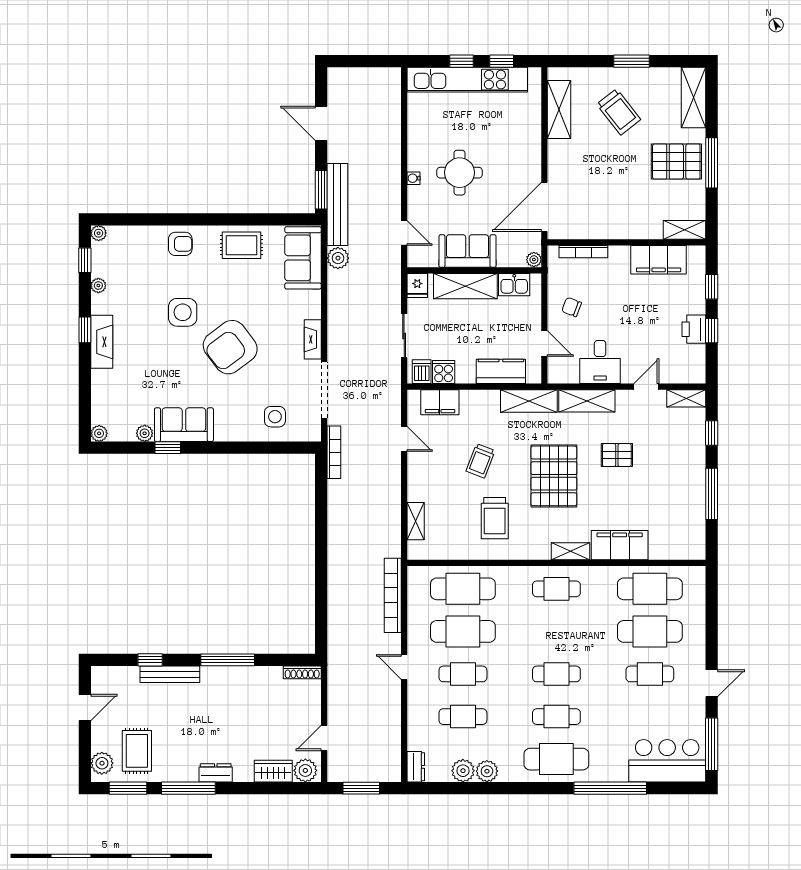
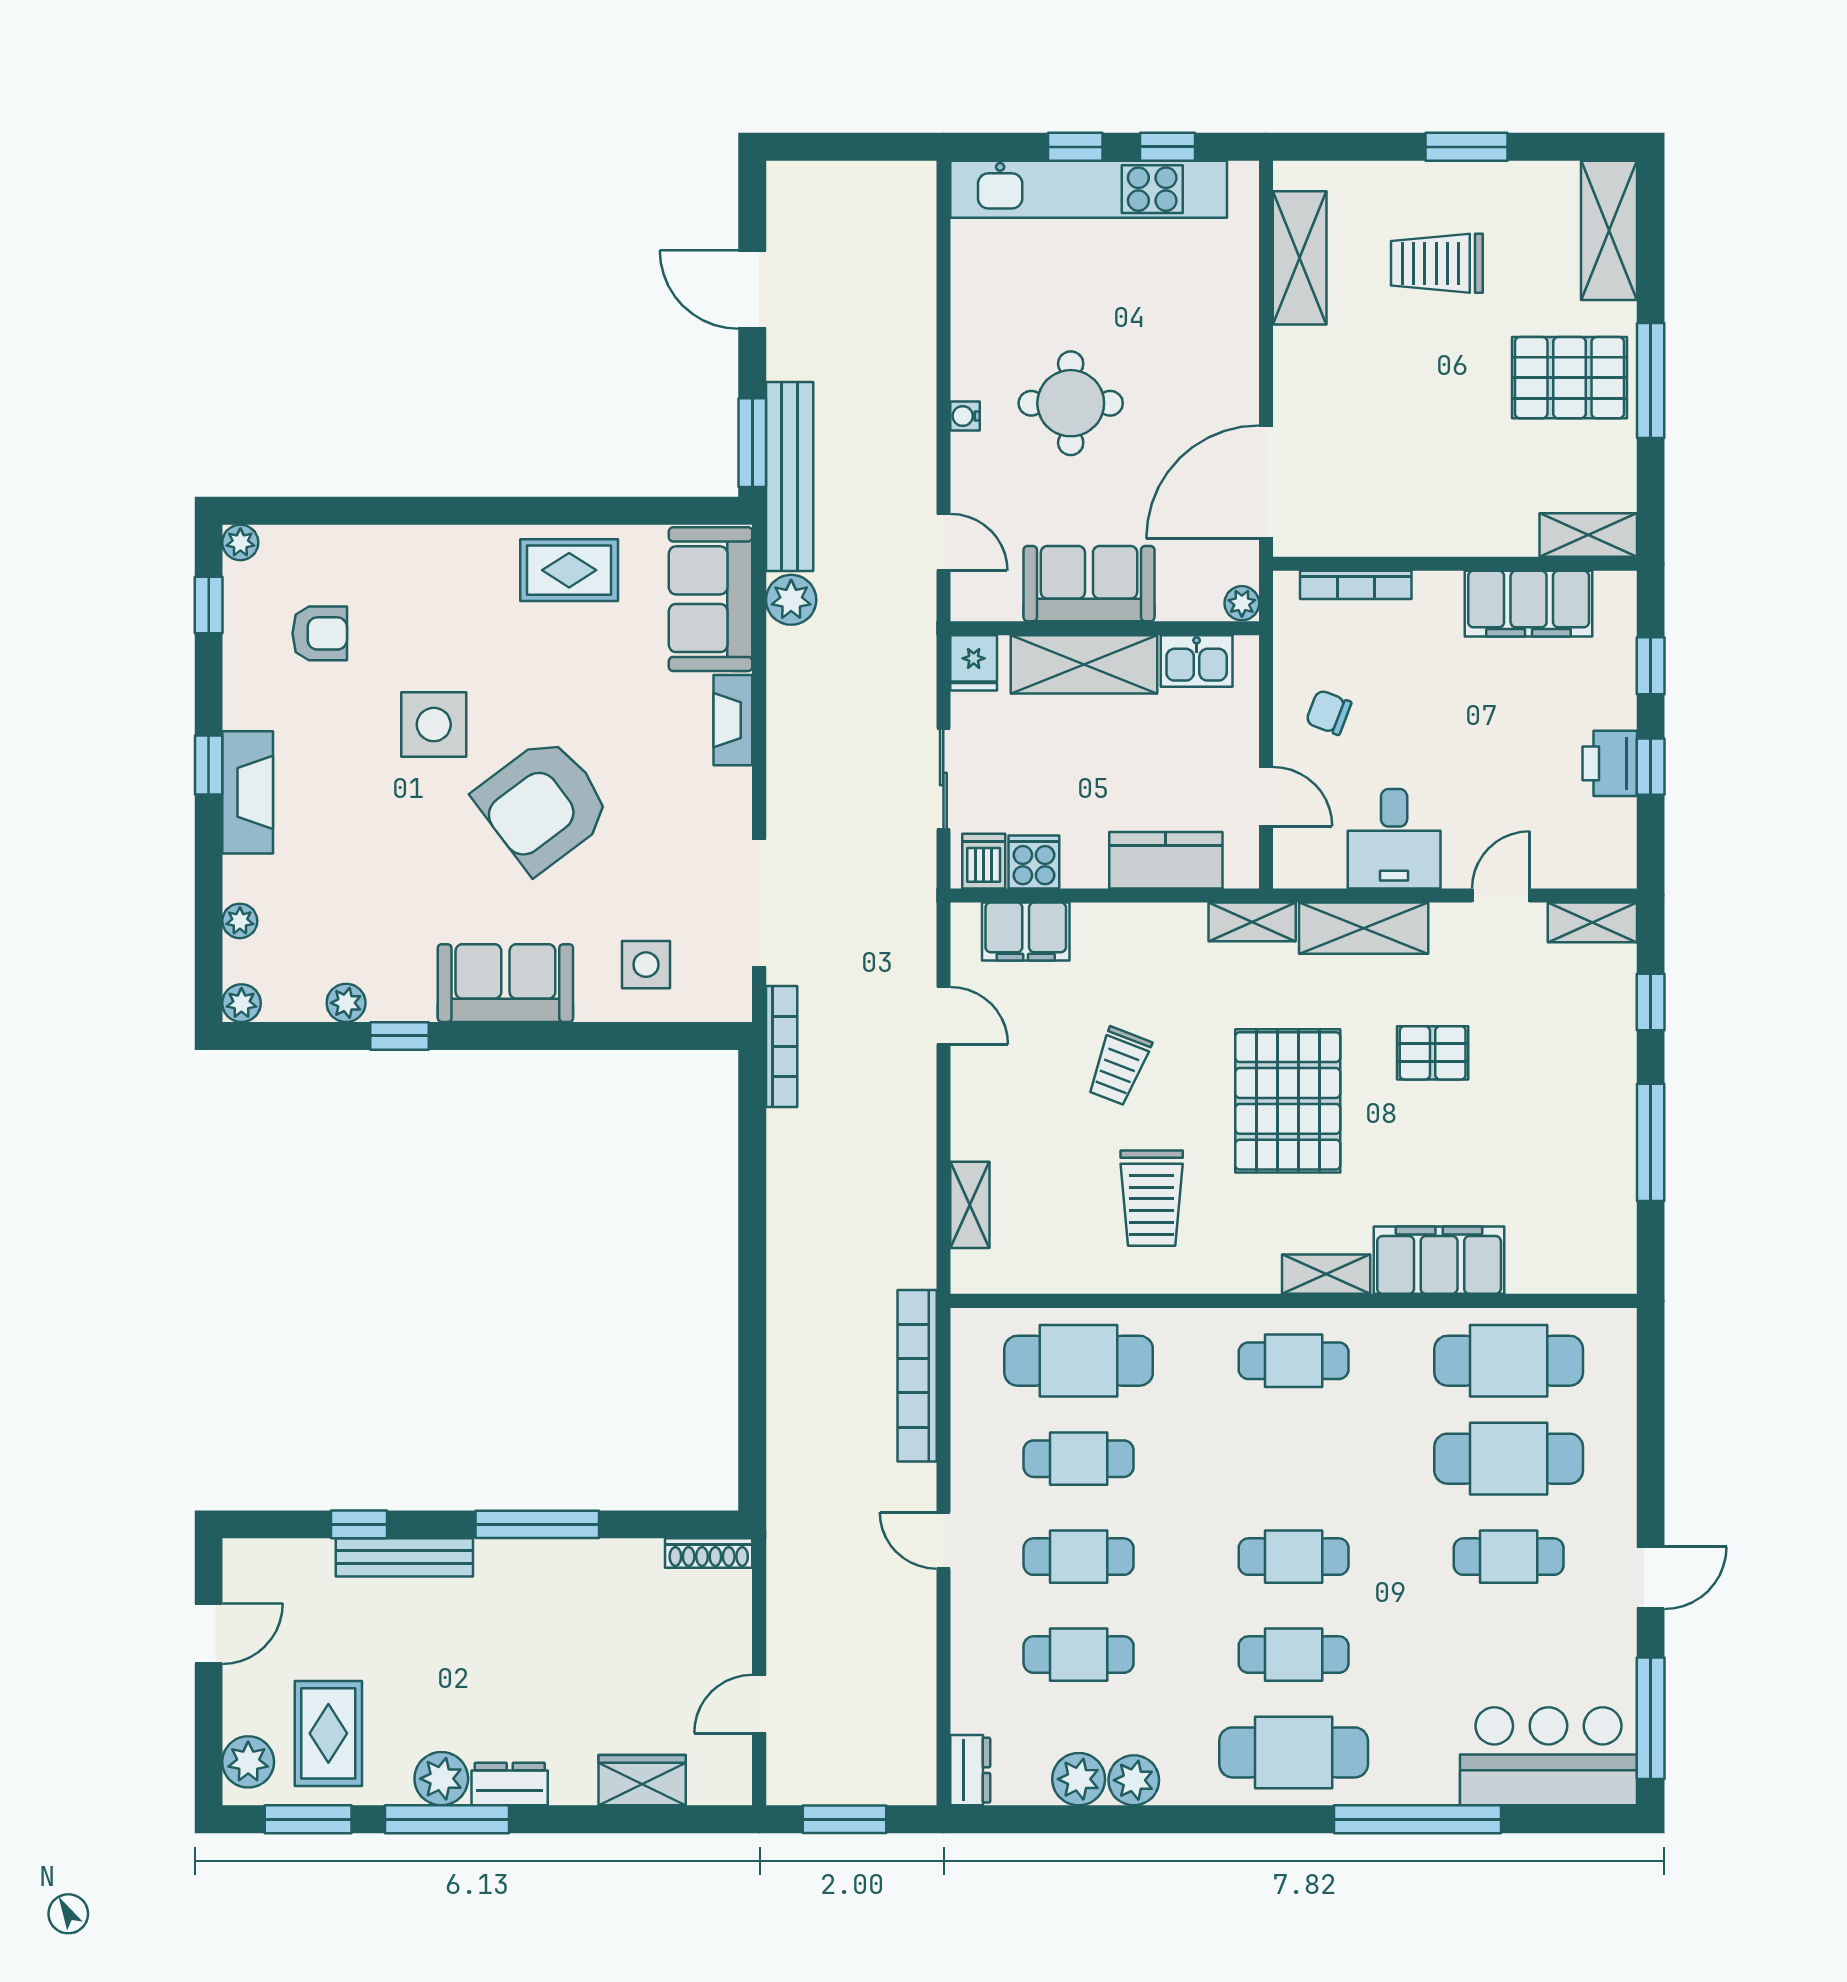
trolley: (619, 112) -> (1437, 263), turned 128
armchair: (180, 244) -> (320, 633), moved
plant: (98, 286) -> (240, 921), moved
fireplace: (313, 339) -> (733, 720), moved
shelving: (529, 401) -> (1252, 922), width x0.67, depth x0.75
sofa: (184, 425) -> (505, 983), moved
cafe table: (463, 631) -> (1079, 1459), width x0.73, depth x0.74
plant: (305, 770) -> (441, 1779), moved

